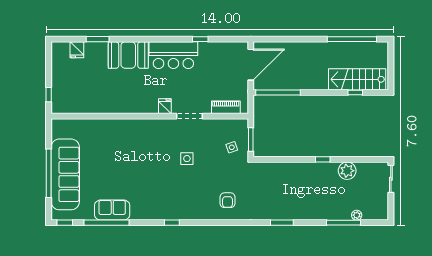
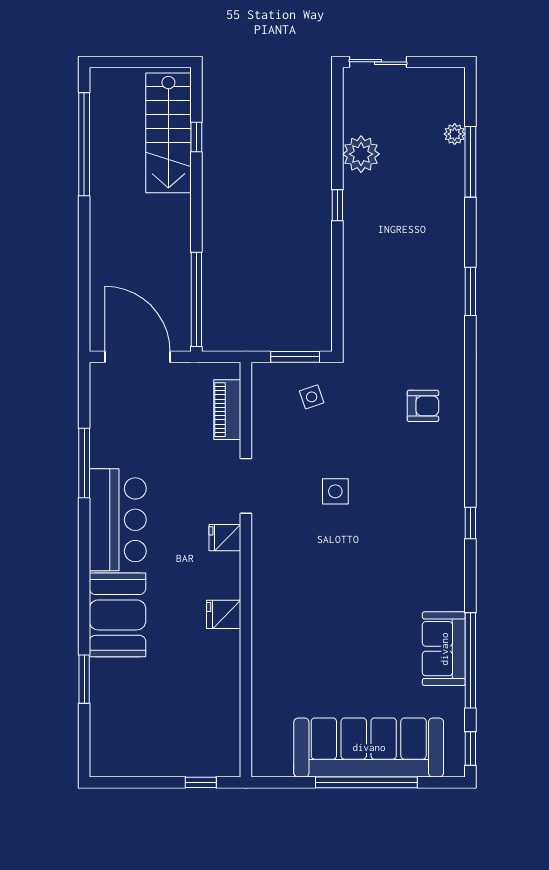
window: (200, 39) -> (84, 463), width x2.17
fridge: (77, 50) -> (224, 614), moved, turned 180

